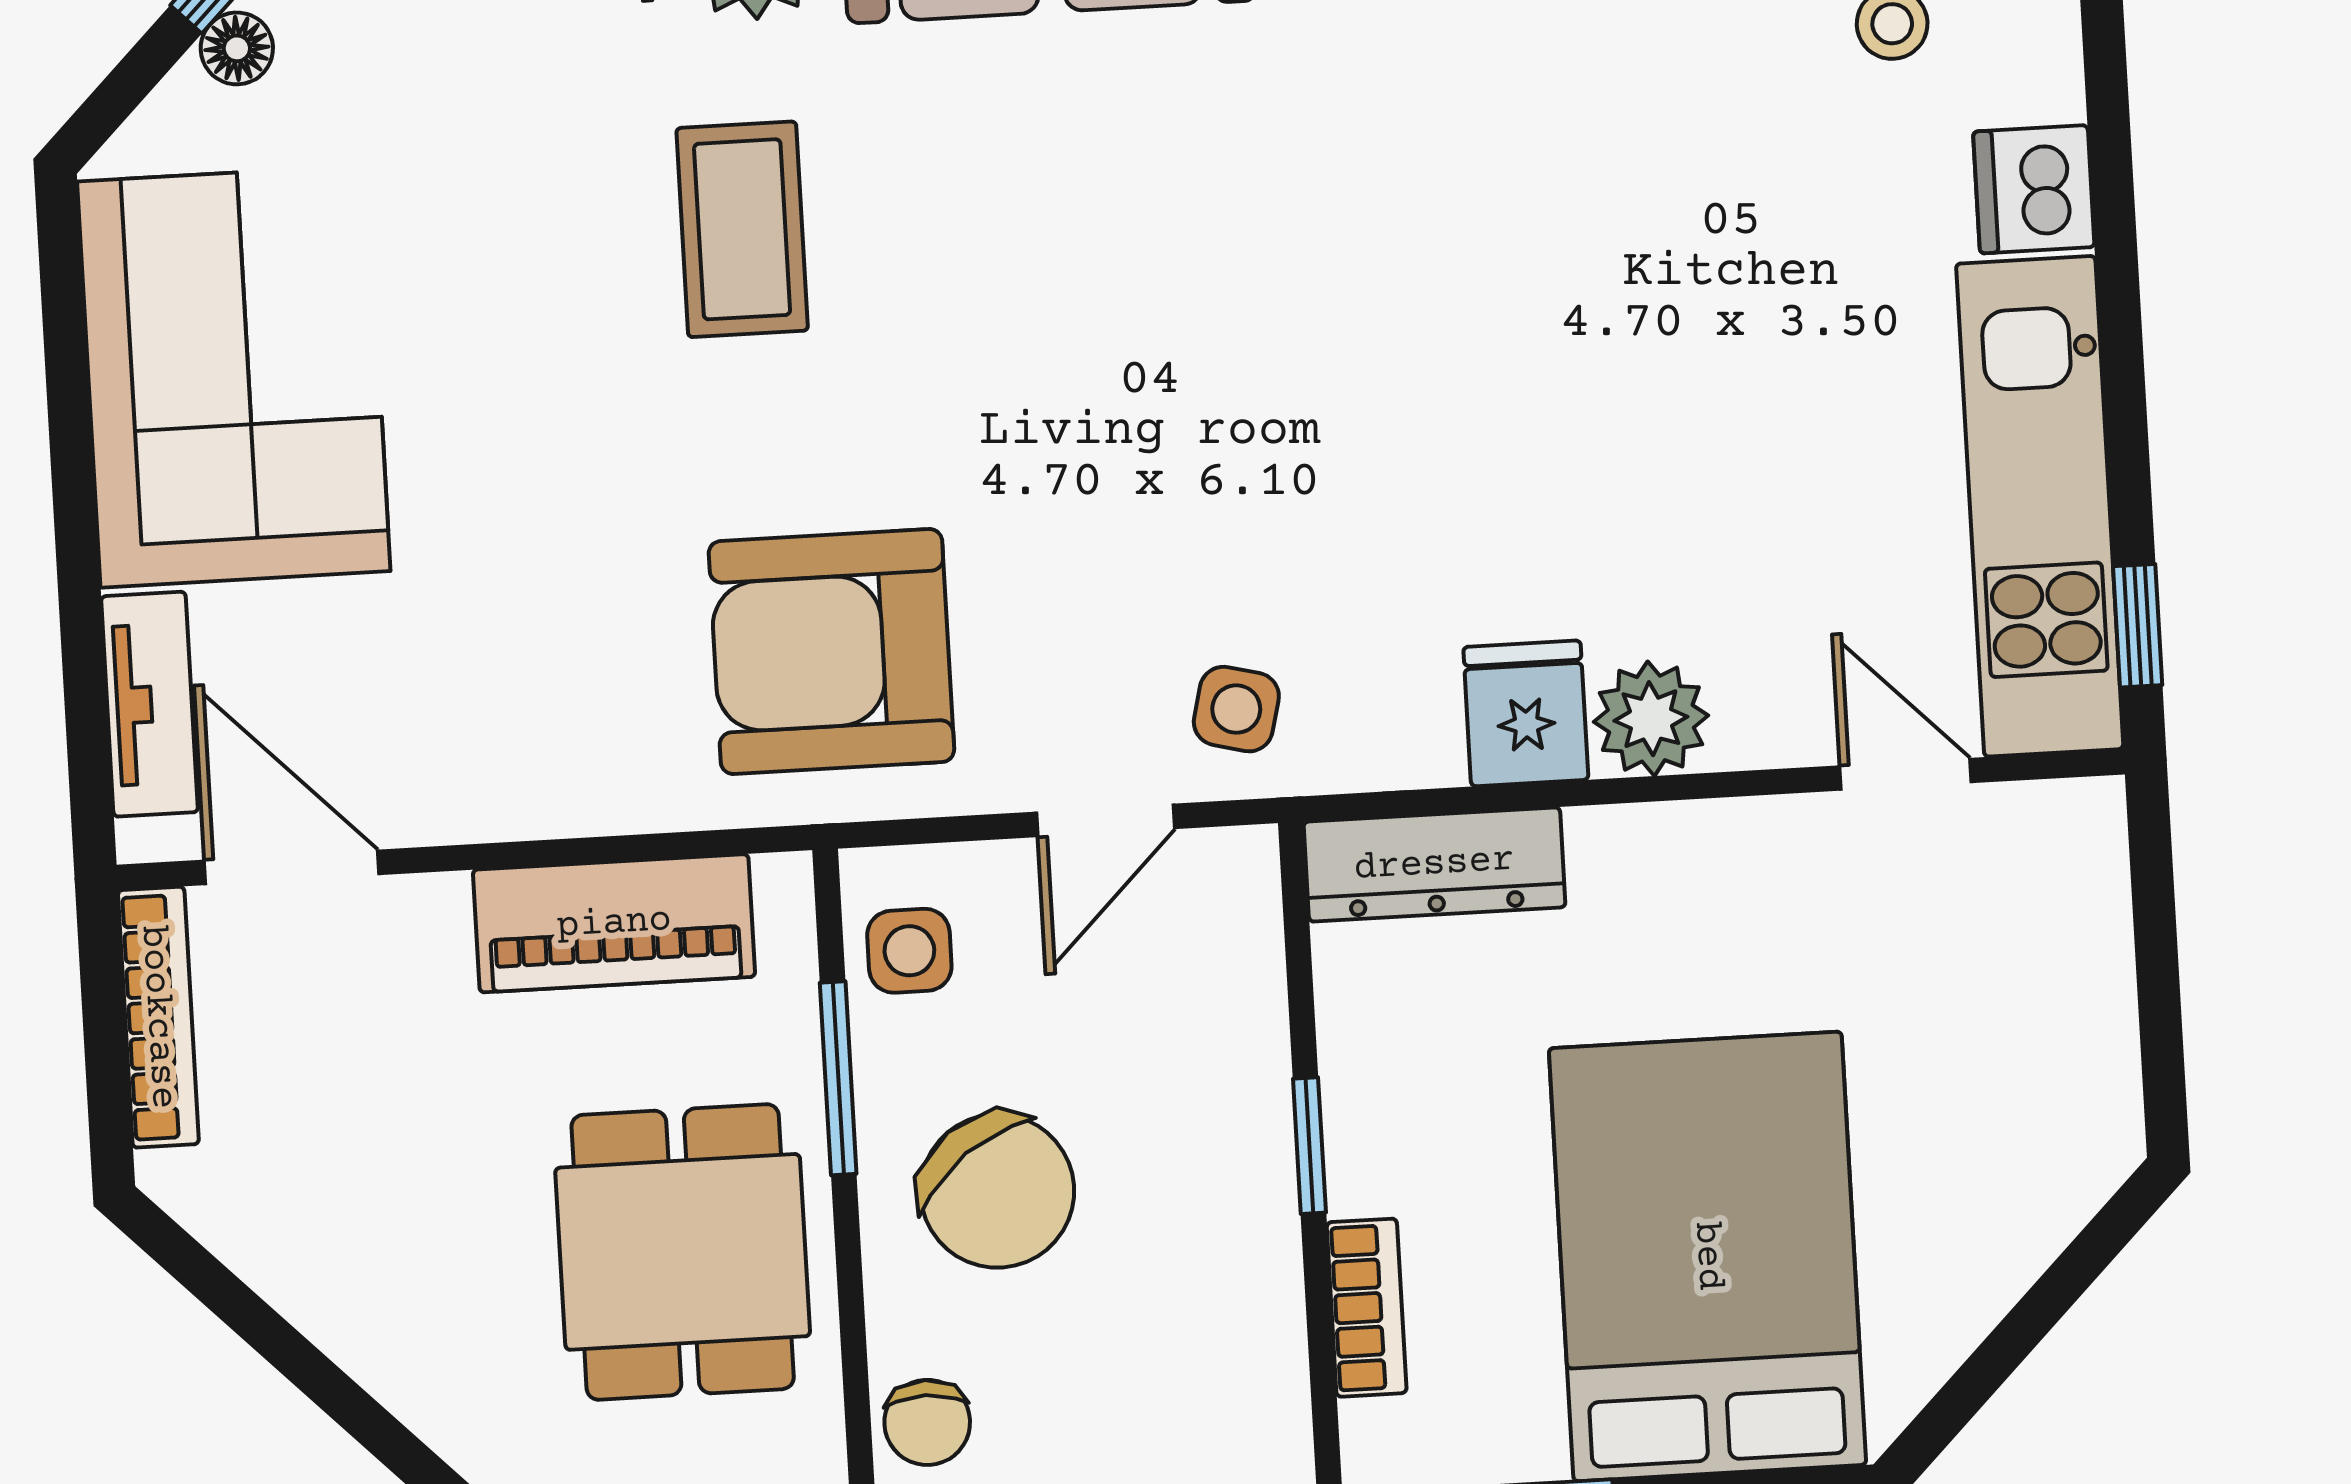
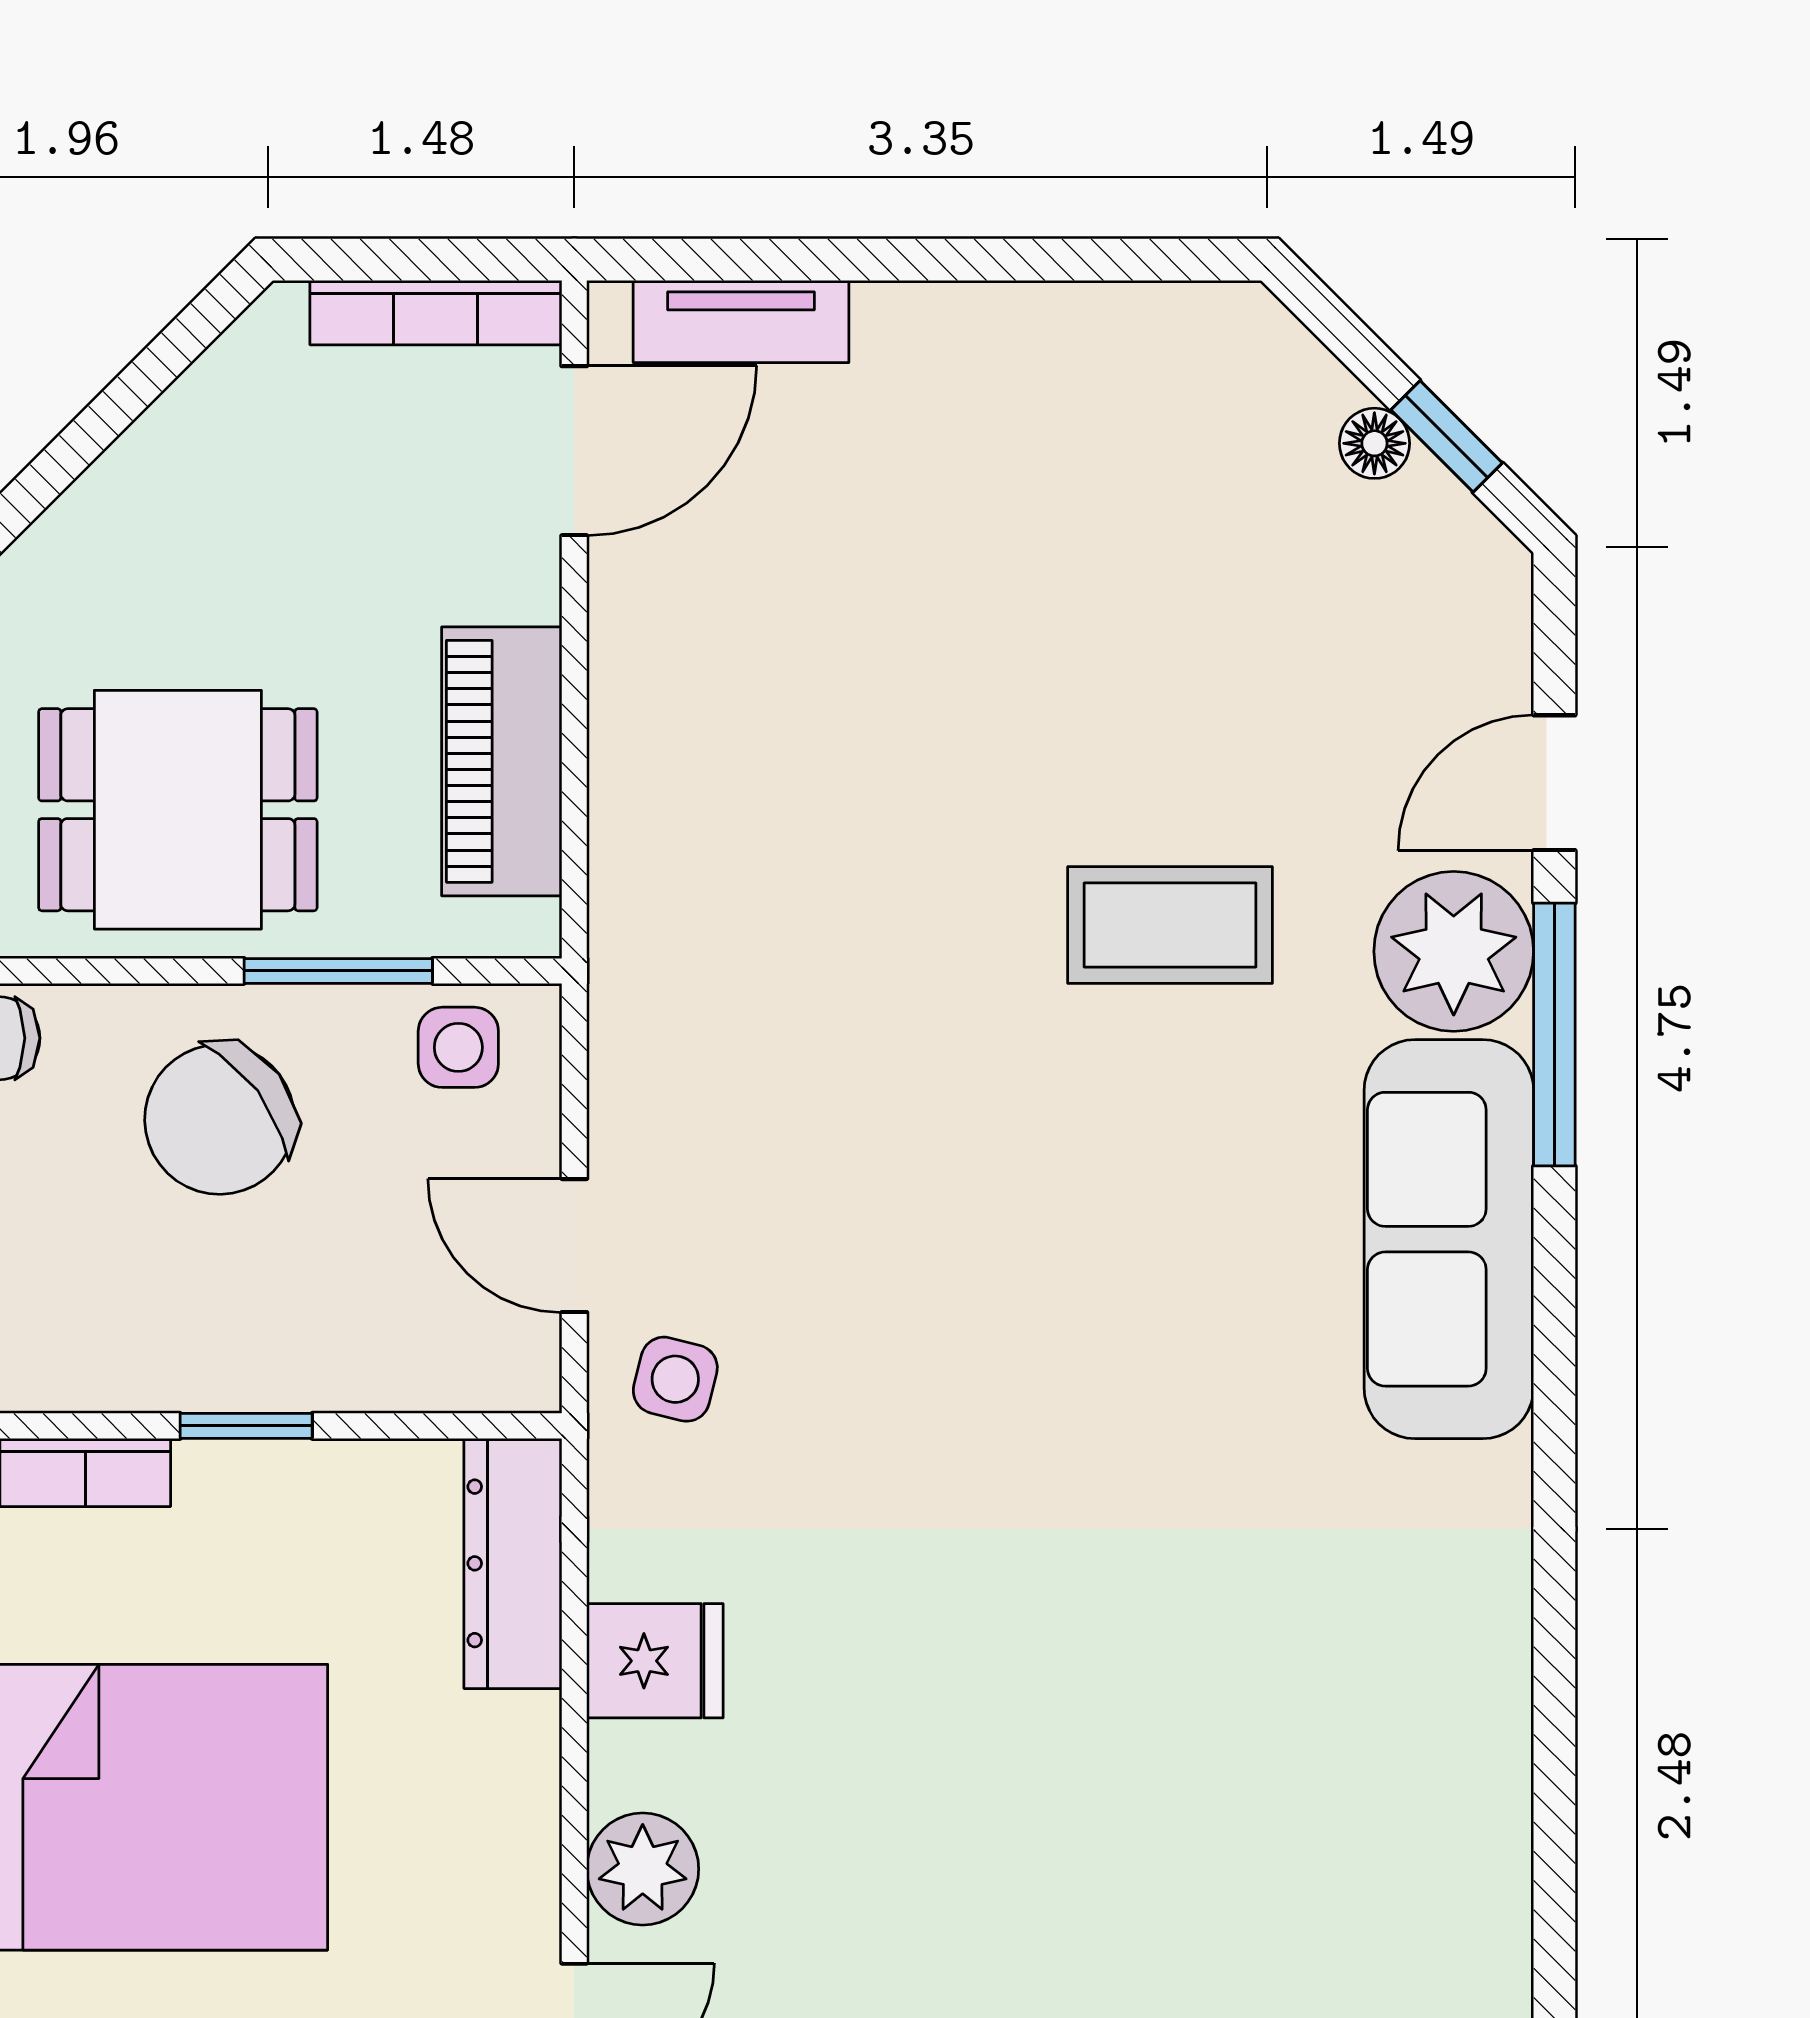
corner sofa: (234, 376) -> (1056, 422), removed
armchair: (831, 652) -> (754, 988), removed
plant: (1651, 719) -> (643, 1869), moved

